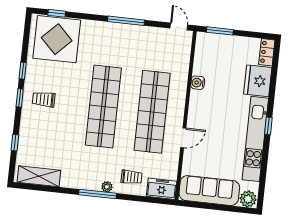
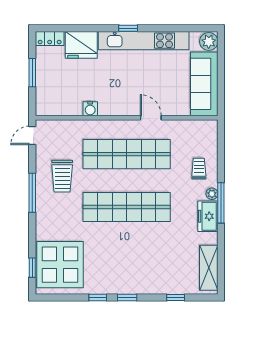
window: (220, 31) -> (32, 73), moved
trolley: (44, 99) -> (62, 176), moved, width x1.36, depth x1.39
freezer: (162, 189) -> (208, 216), moved

